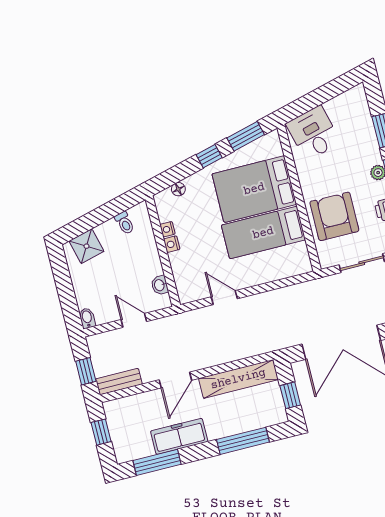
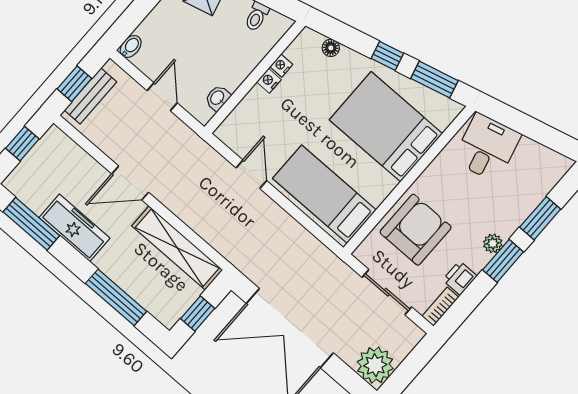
bed: (263, 233) -> (324, 194), moved
bench: (119, 382) -> (90, 96), moved, turned 90

